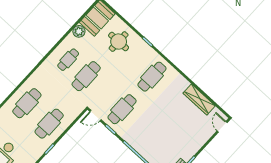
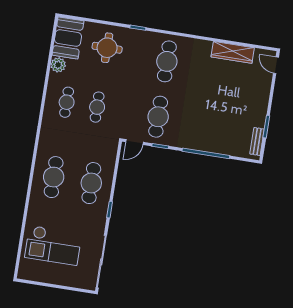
cafe table: (86, 76) -> (97, 107), width x0.73, depth x0.74

